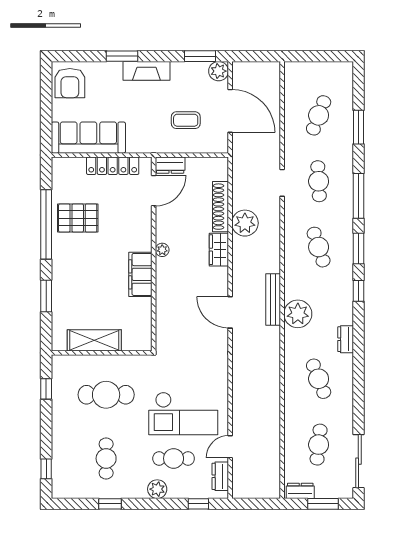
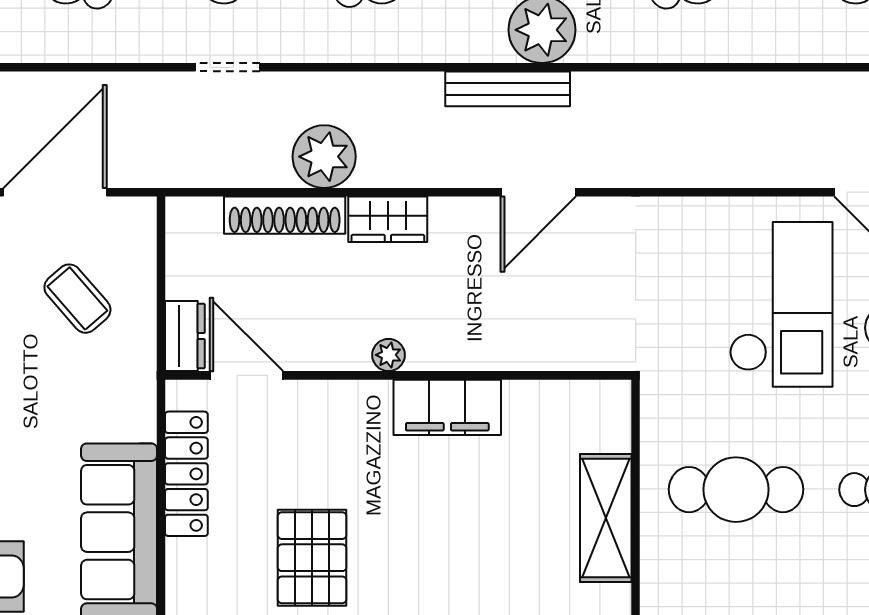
coffee table: (186, 120) -> (77, 299), turned -41
cafe table: (106, 395) -> (736, 490), turned 90

